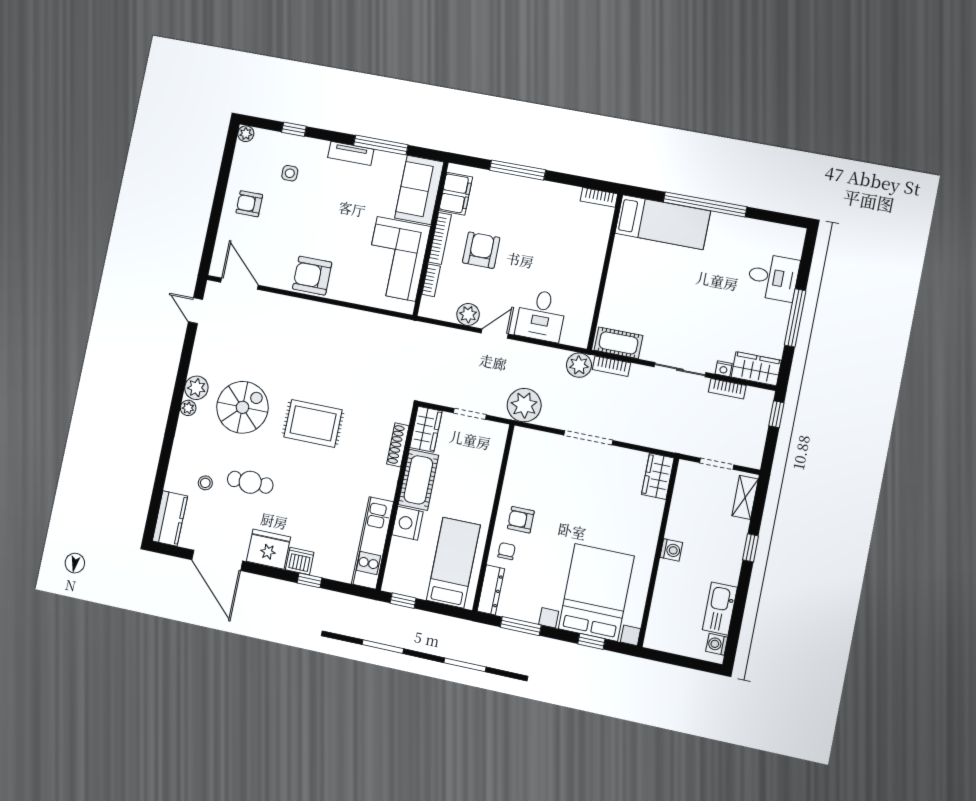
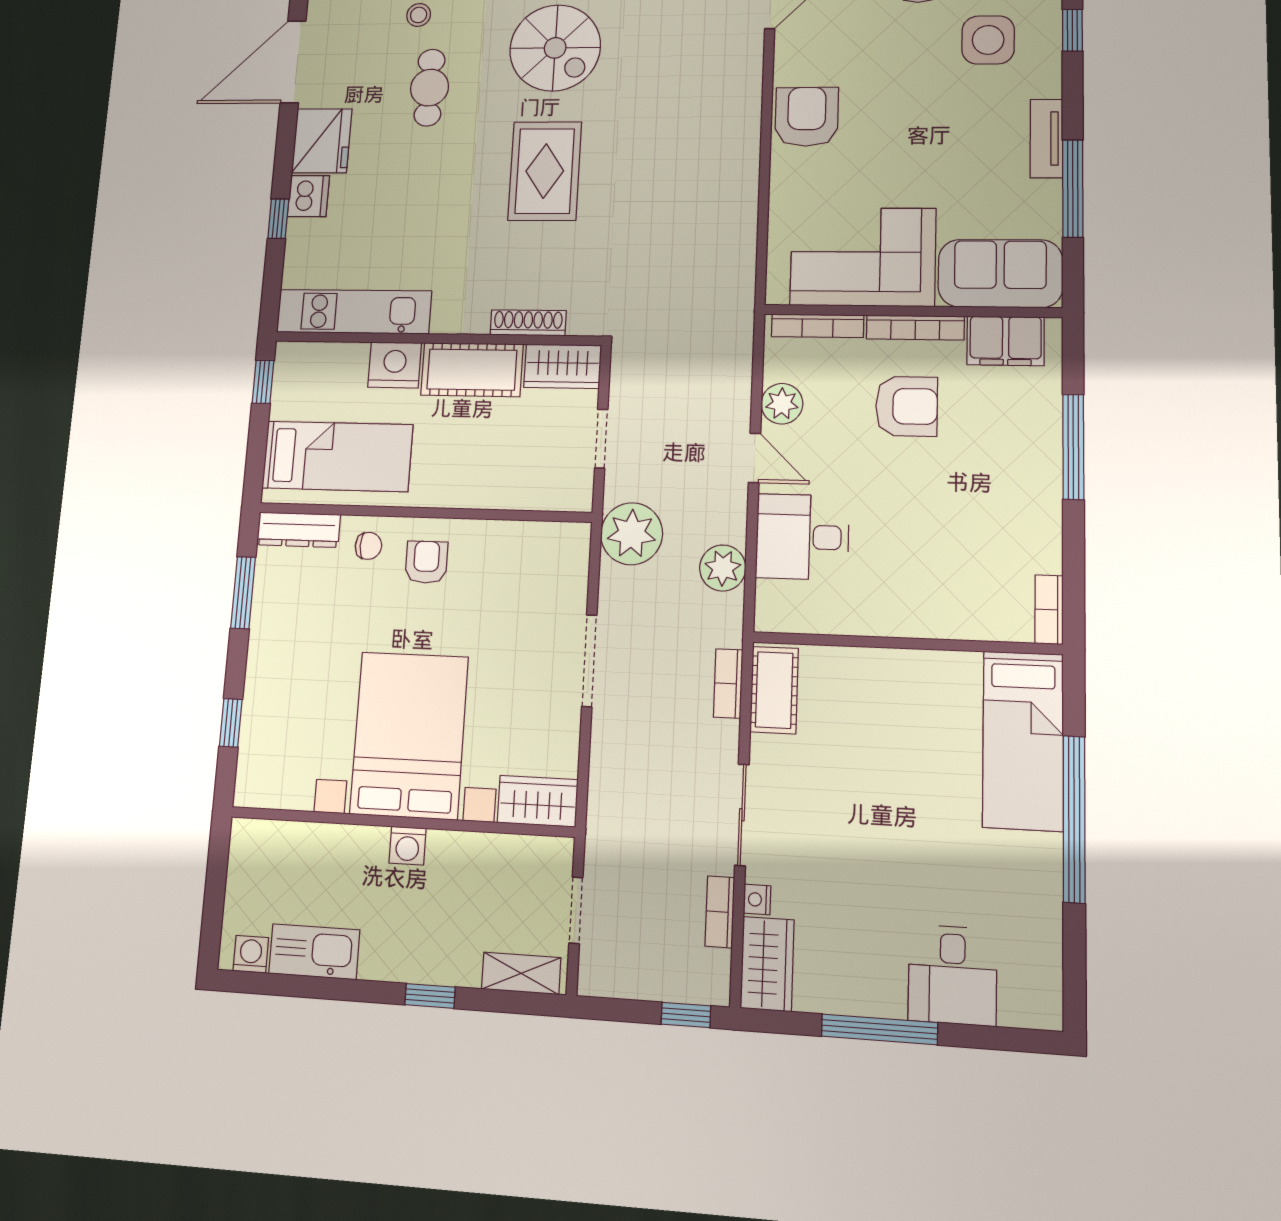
side table: (290, 173) -> (988, 40), width x1.87, depth x1.87
bookcase: (431, 280) -> (818, 326), width x1.56
plant: (579, 365) -> (723, 568), moved
bed with nightstands: (596, 592) -> (409, 735), moved, turned -90

